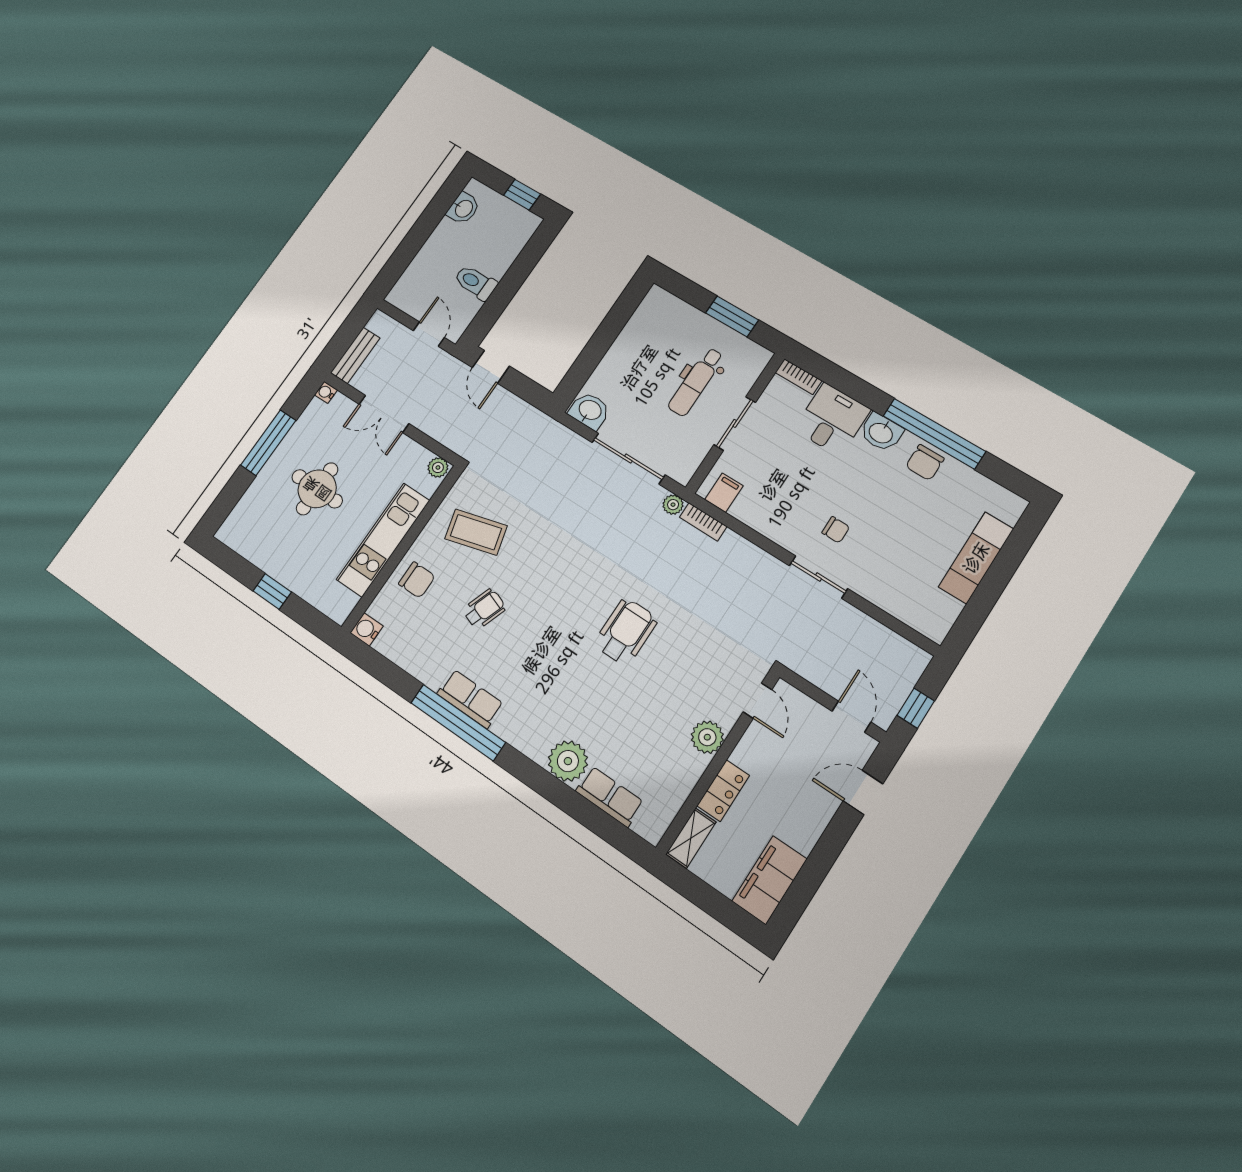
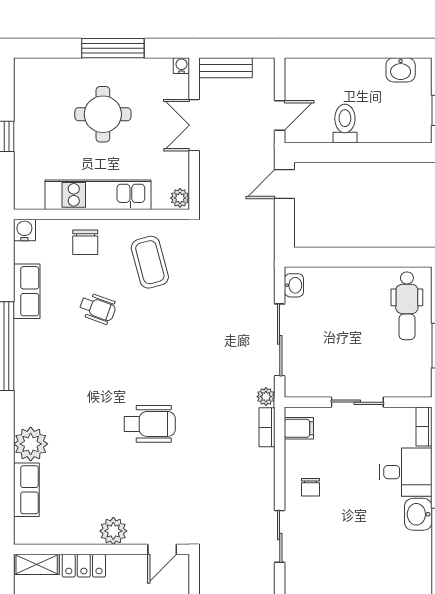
dental chair: (696, 382) -> (407, 306), moved, turned -90
washbasin: (590, 411) -> (294, 285), width x0.72, depth x0.69
chair: (925, 463) -> (415, 560), removed
chair: (836, 530) -> (311, 487), moved
row of seats: (470, 699) -> (27, 291), moved

